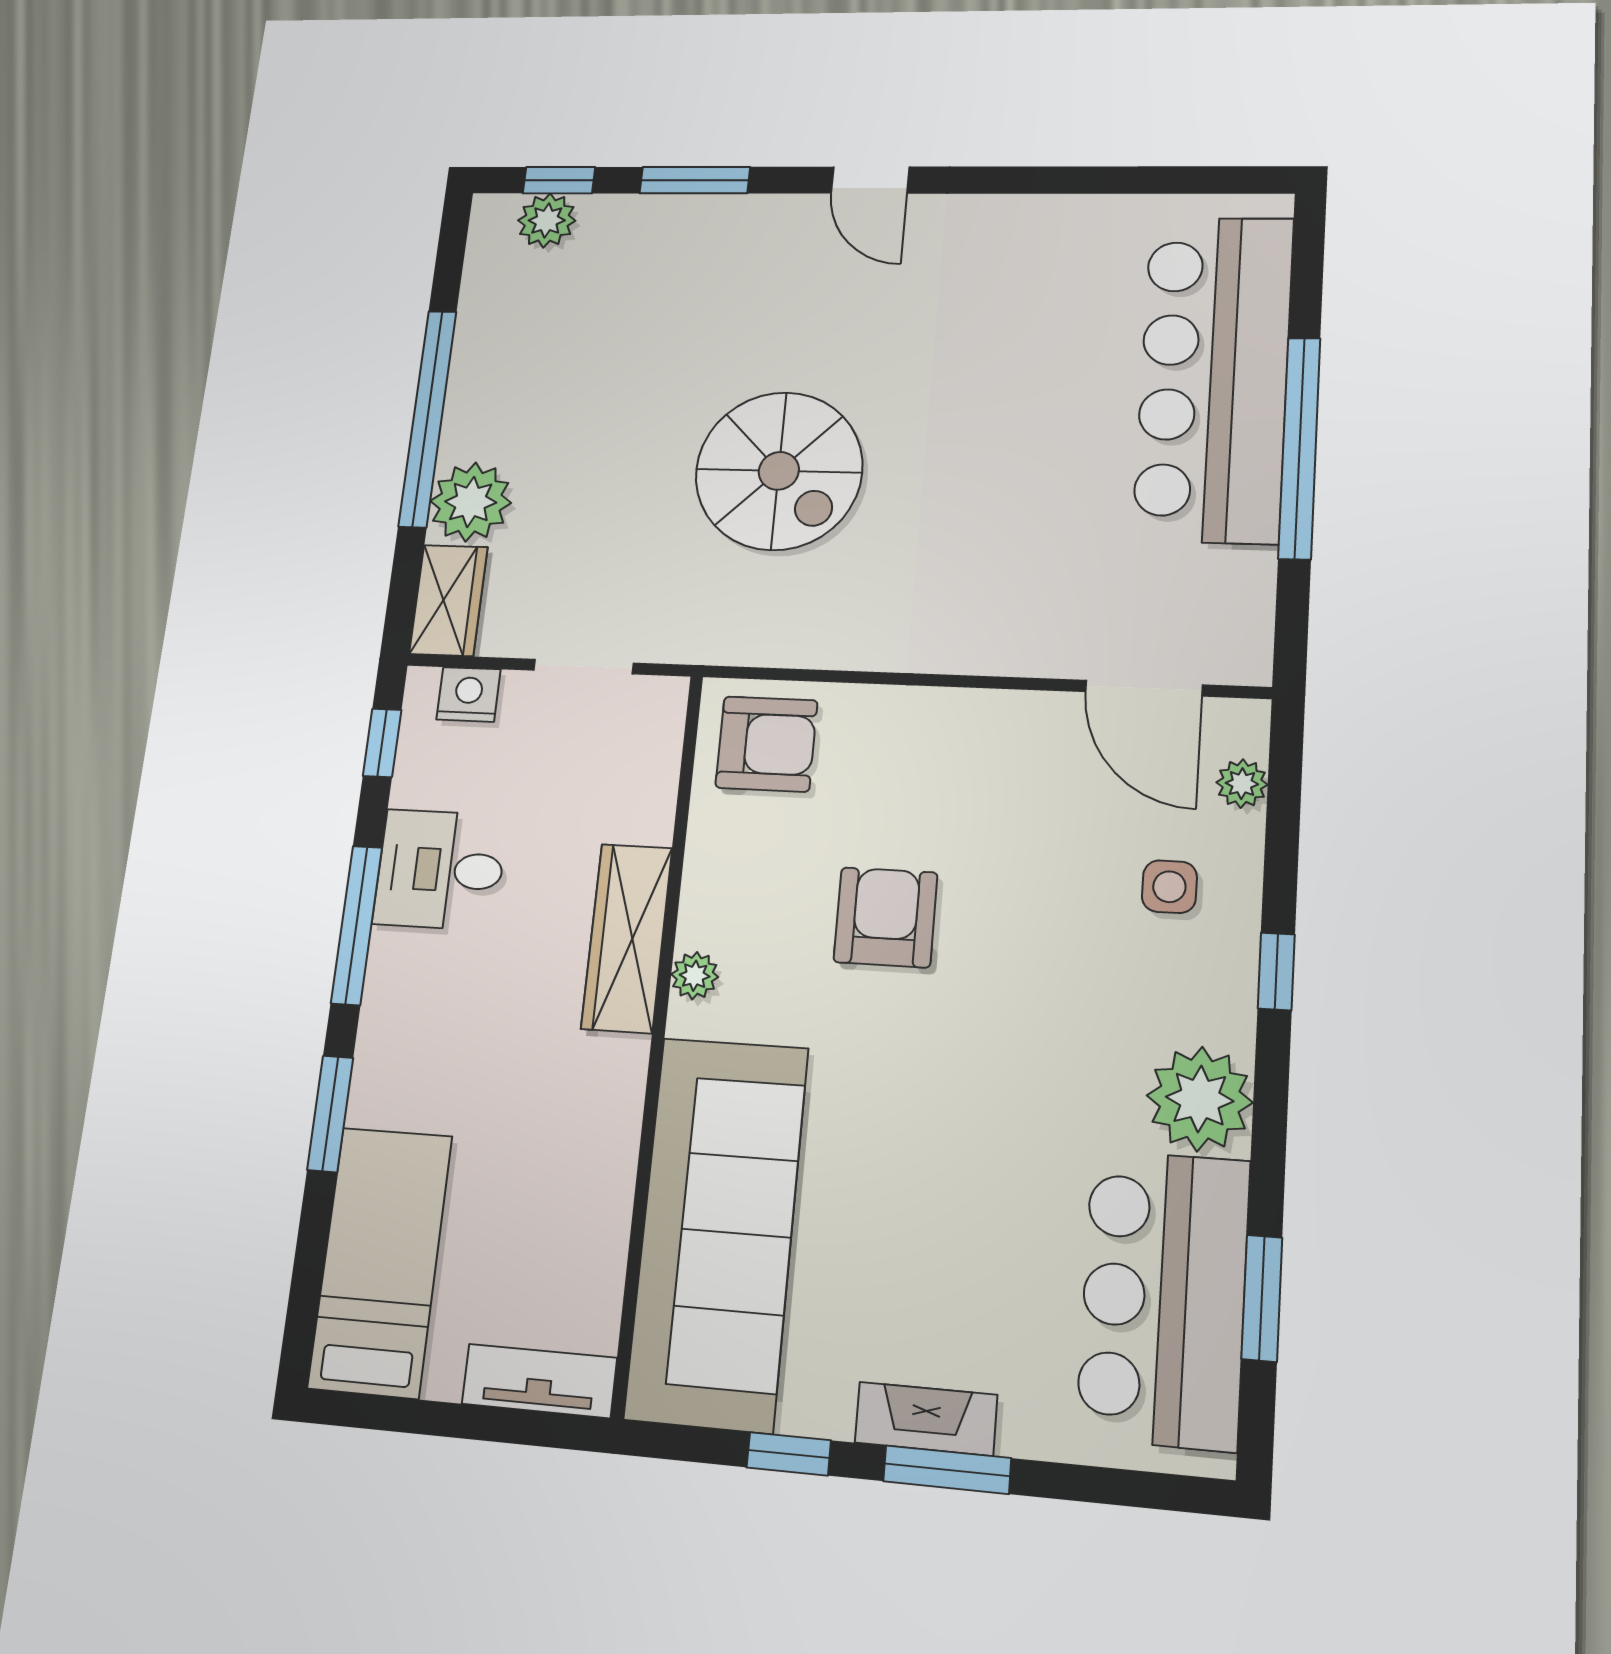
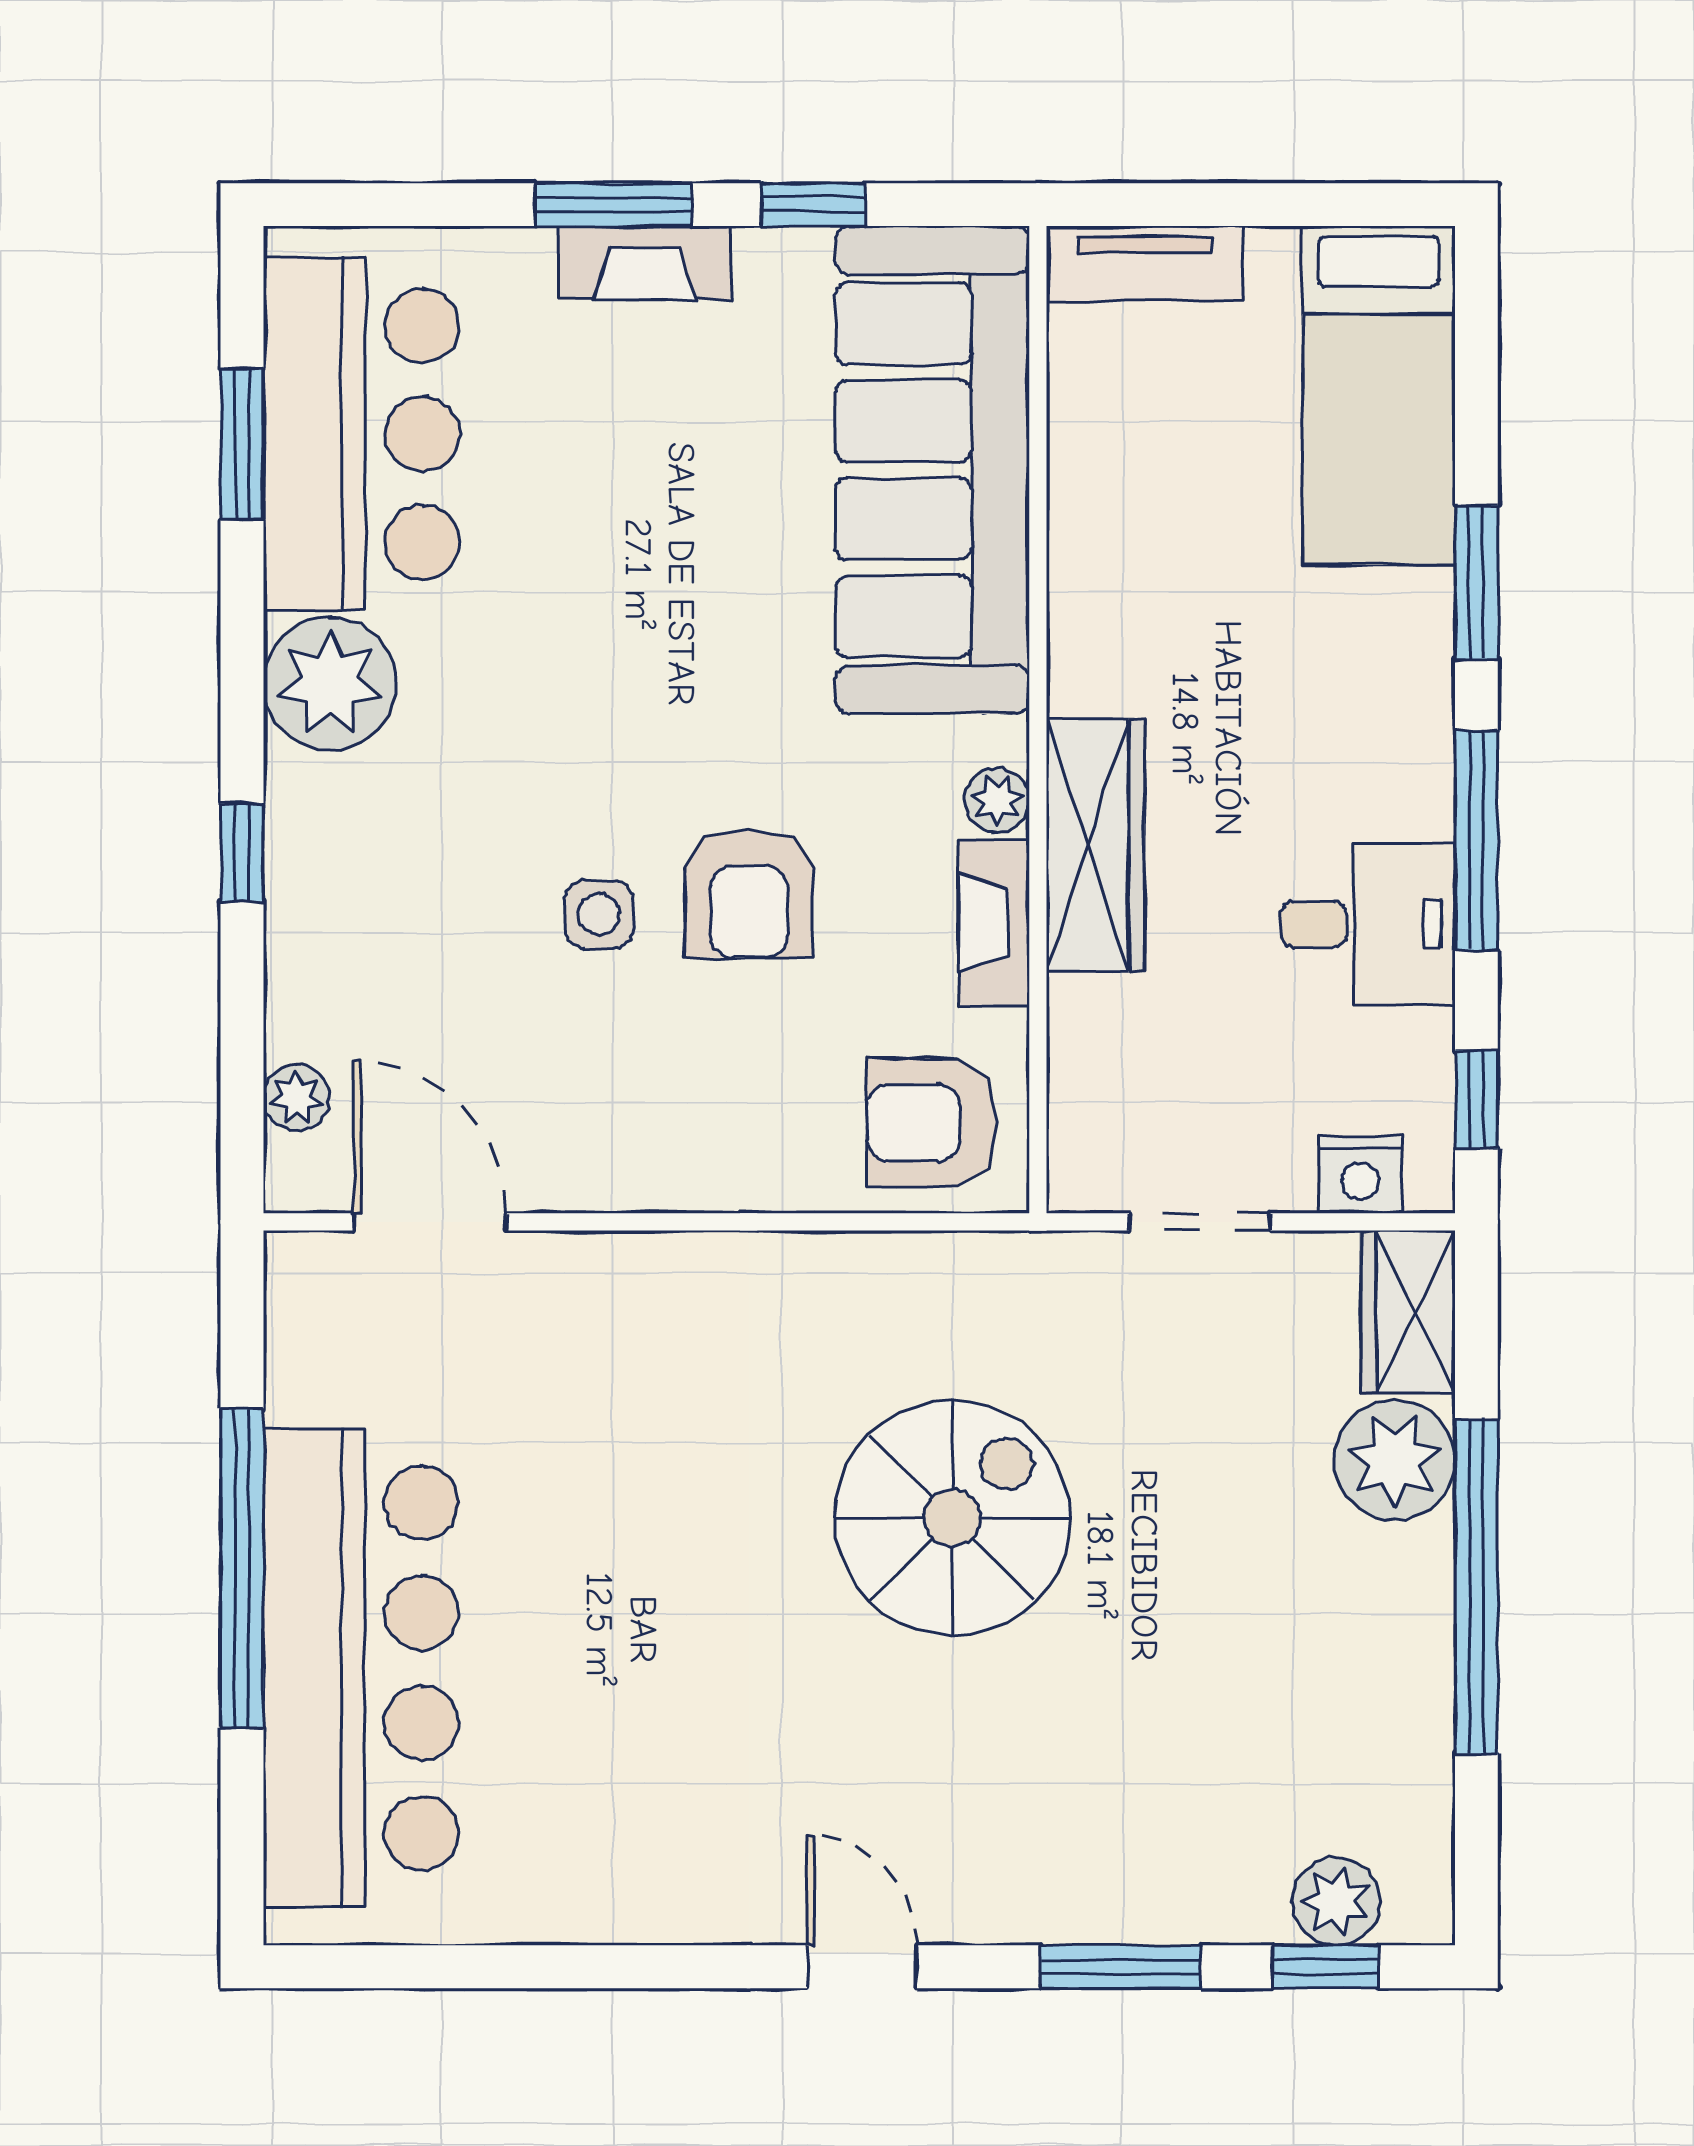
spiral stairs: (779, 471) -> (952, 1518), turned 90
fireplace: (706, 886) -> (994, 923), added
side table: (1169, 887) -> (599, 914), moved

